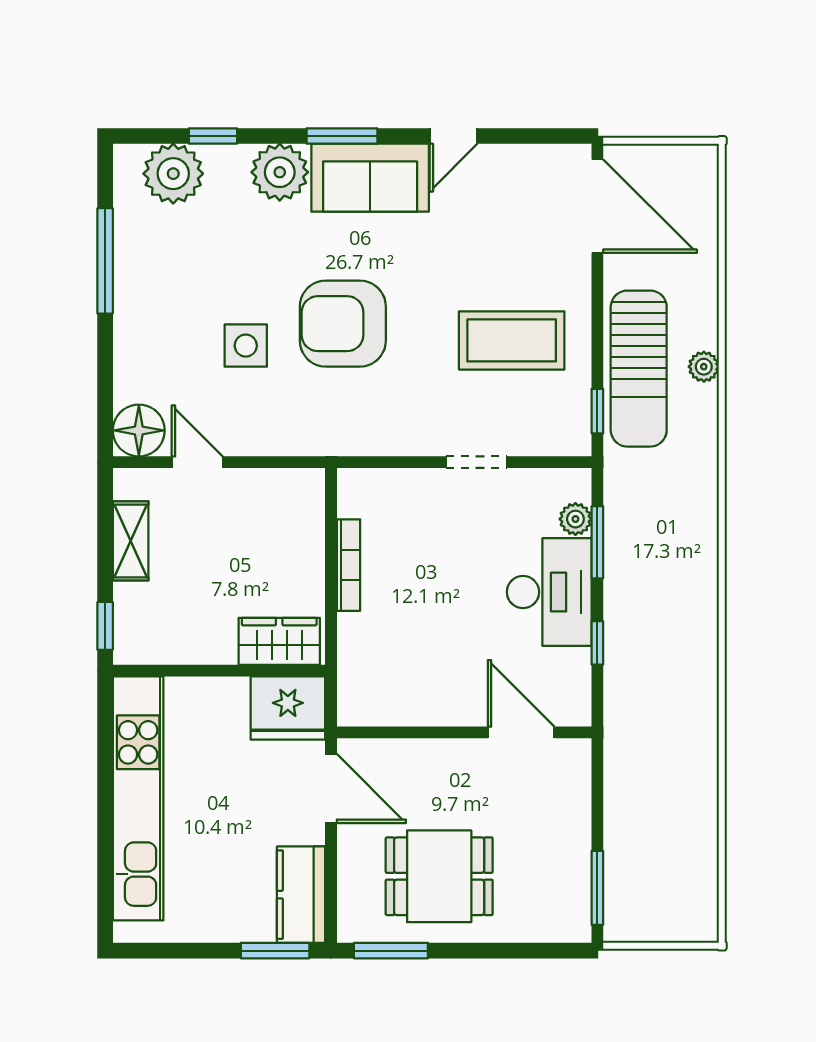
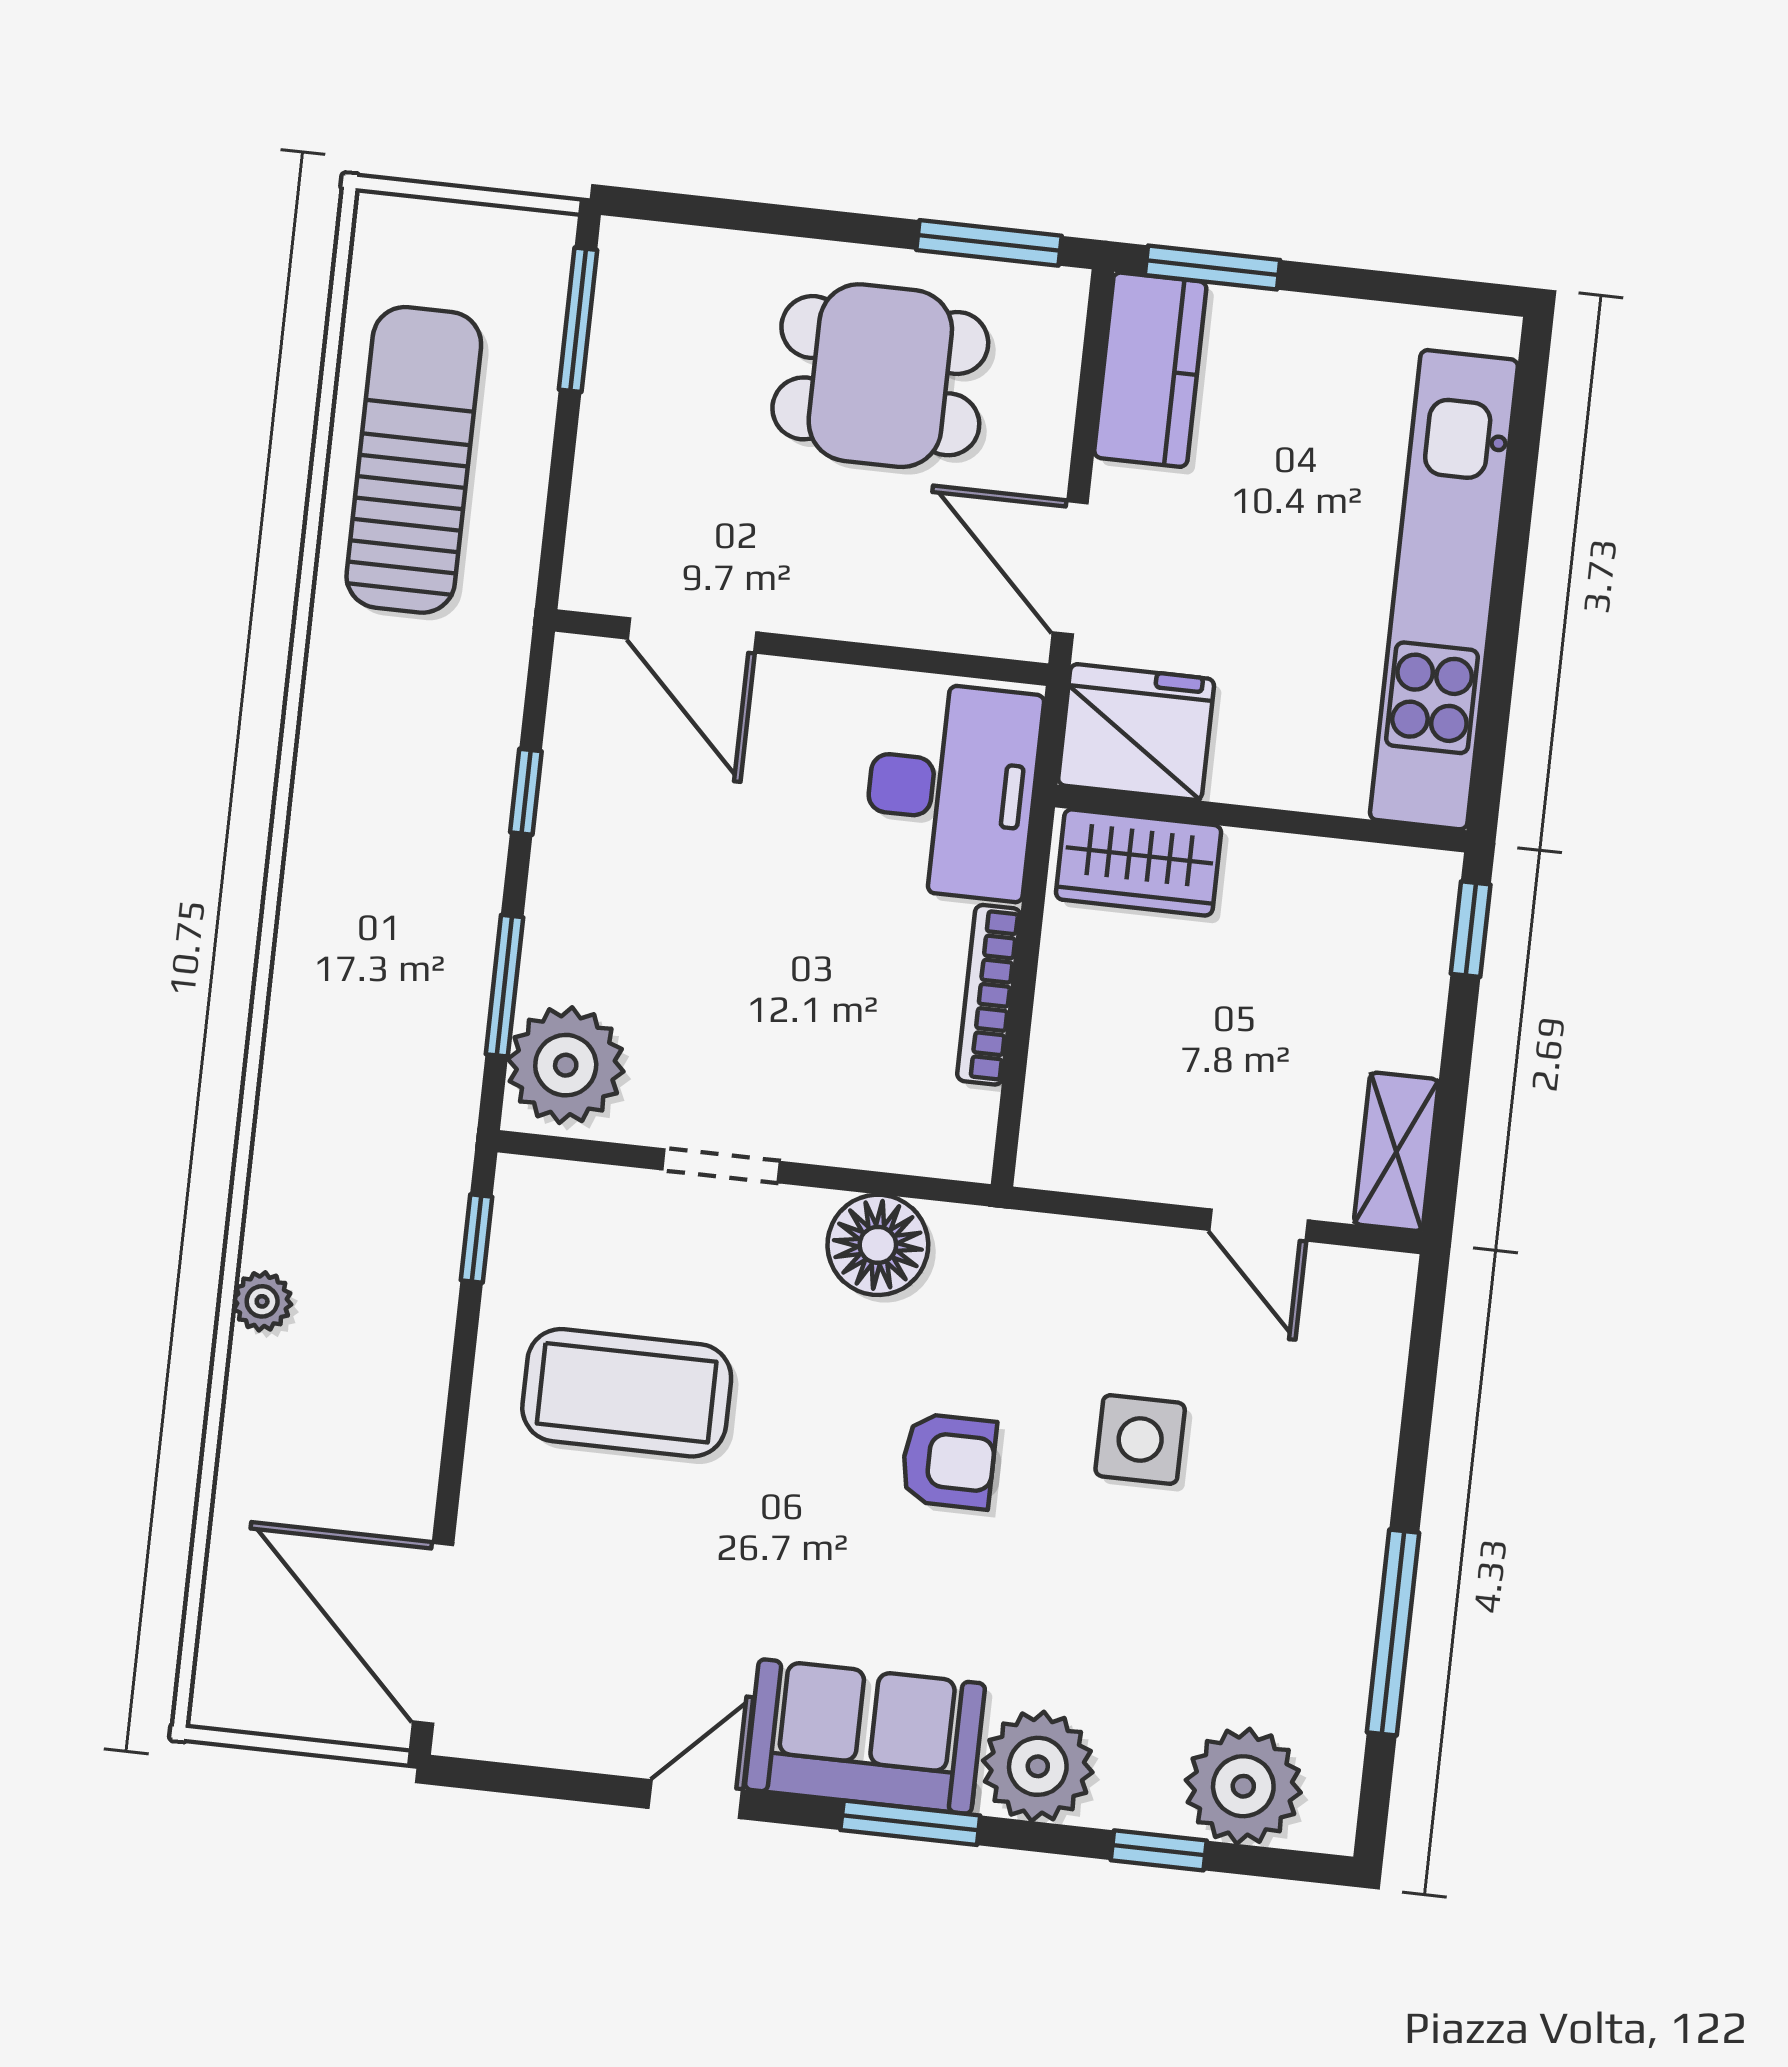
armchair: (343, 324) -> (948, 1461), width x0.53, depth x0.53
sun lounger: (639, 369) -> (414, 460), moved
floor lamp: (139, 430) -> (878, 1245), moved
plant: (575, 519) -> (566, 1065), width x1.88, depth x1.88
shelving: (131, 541) -> (1396, 1152), moved
desk: (549, 592) -> (952, 790), moved, turned 180

